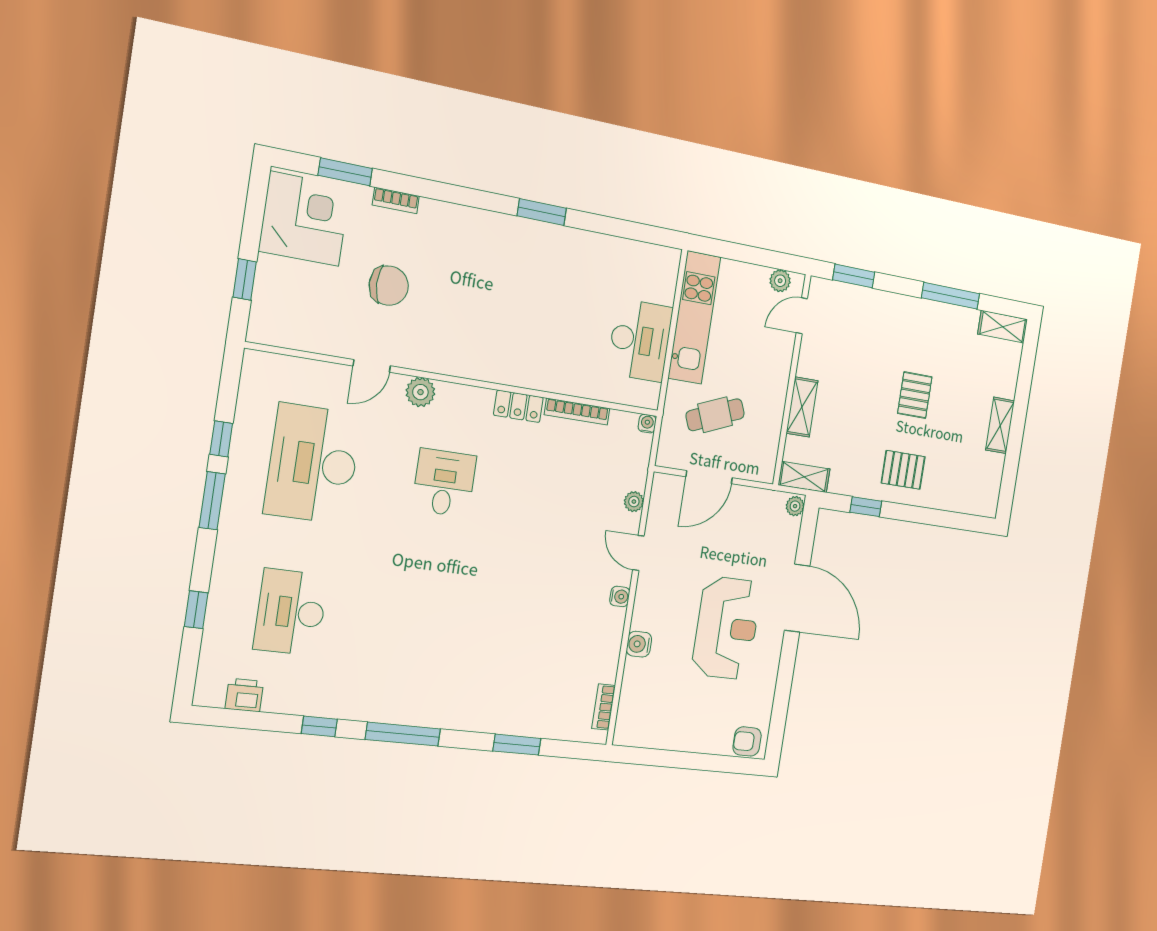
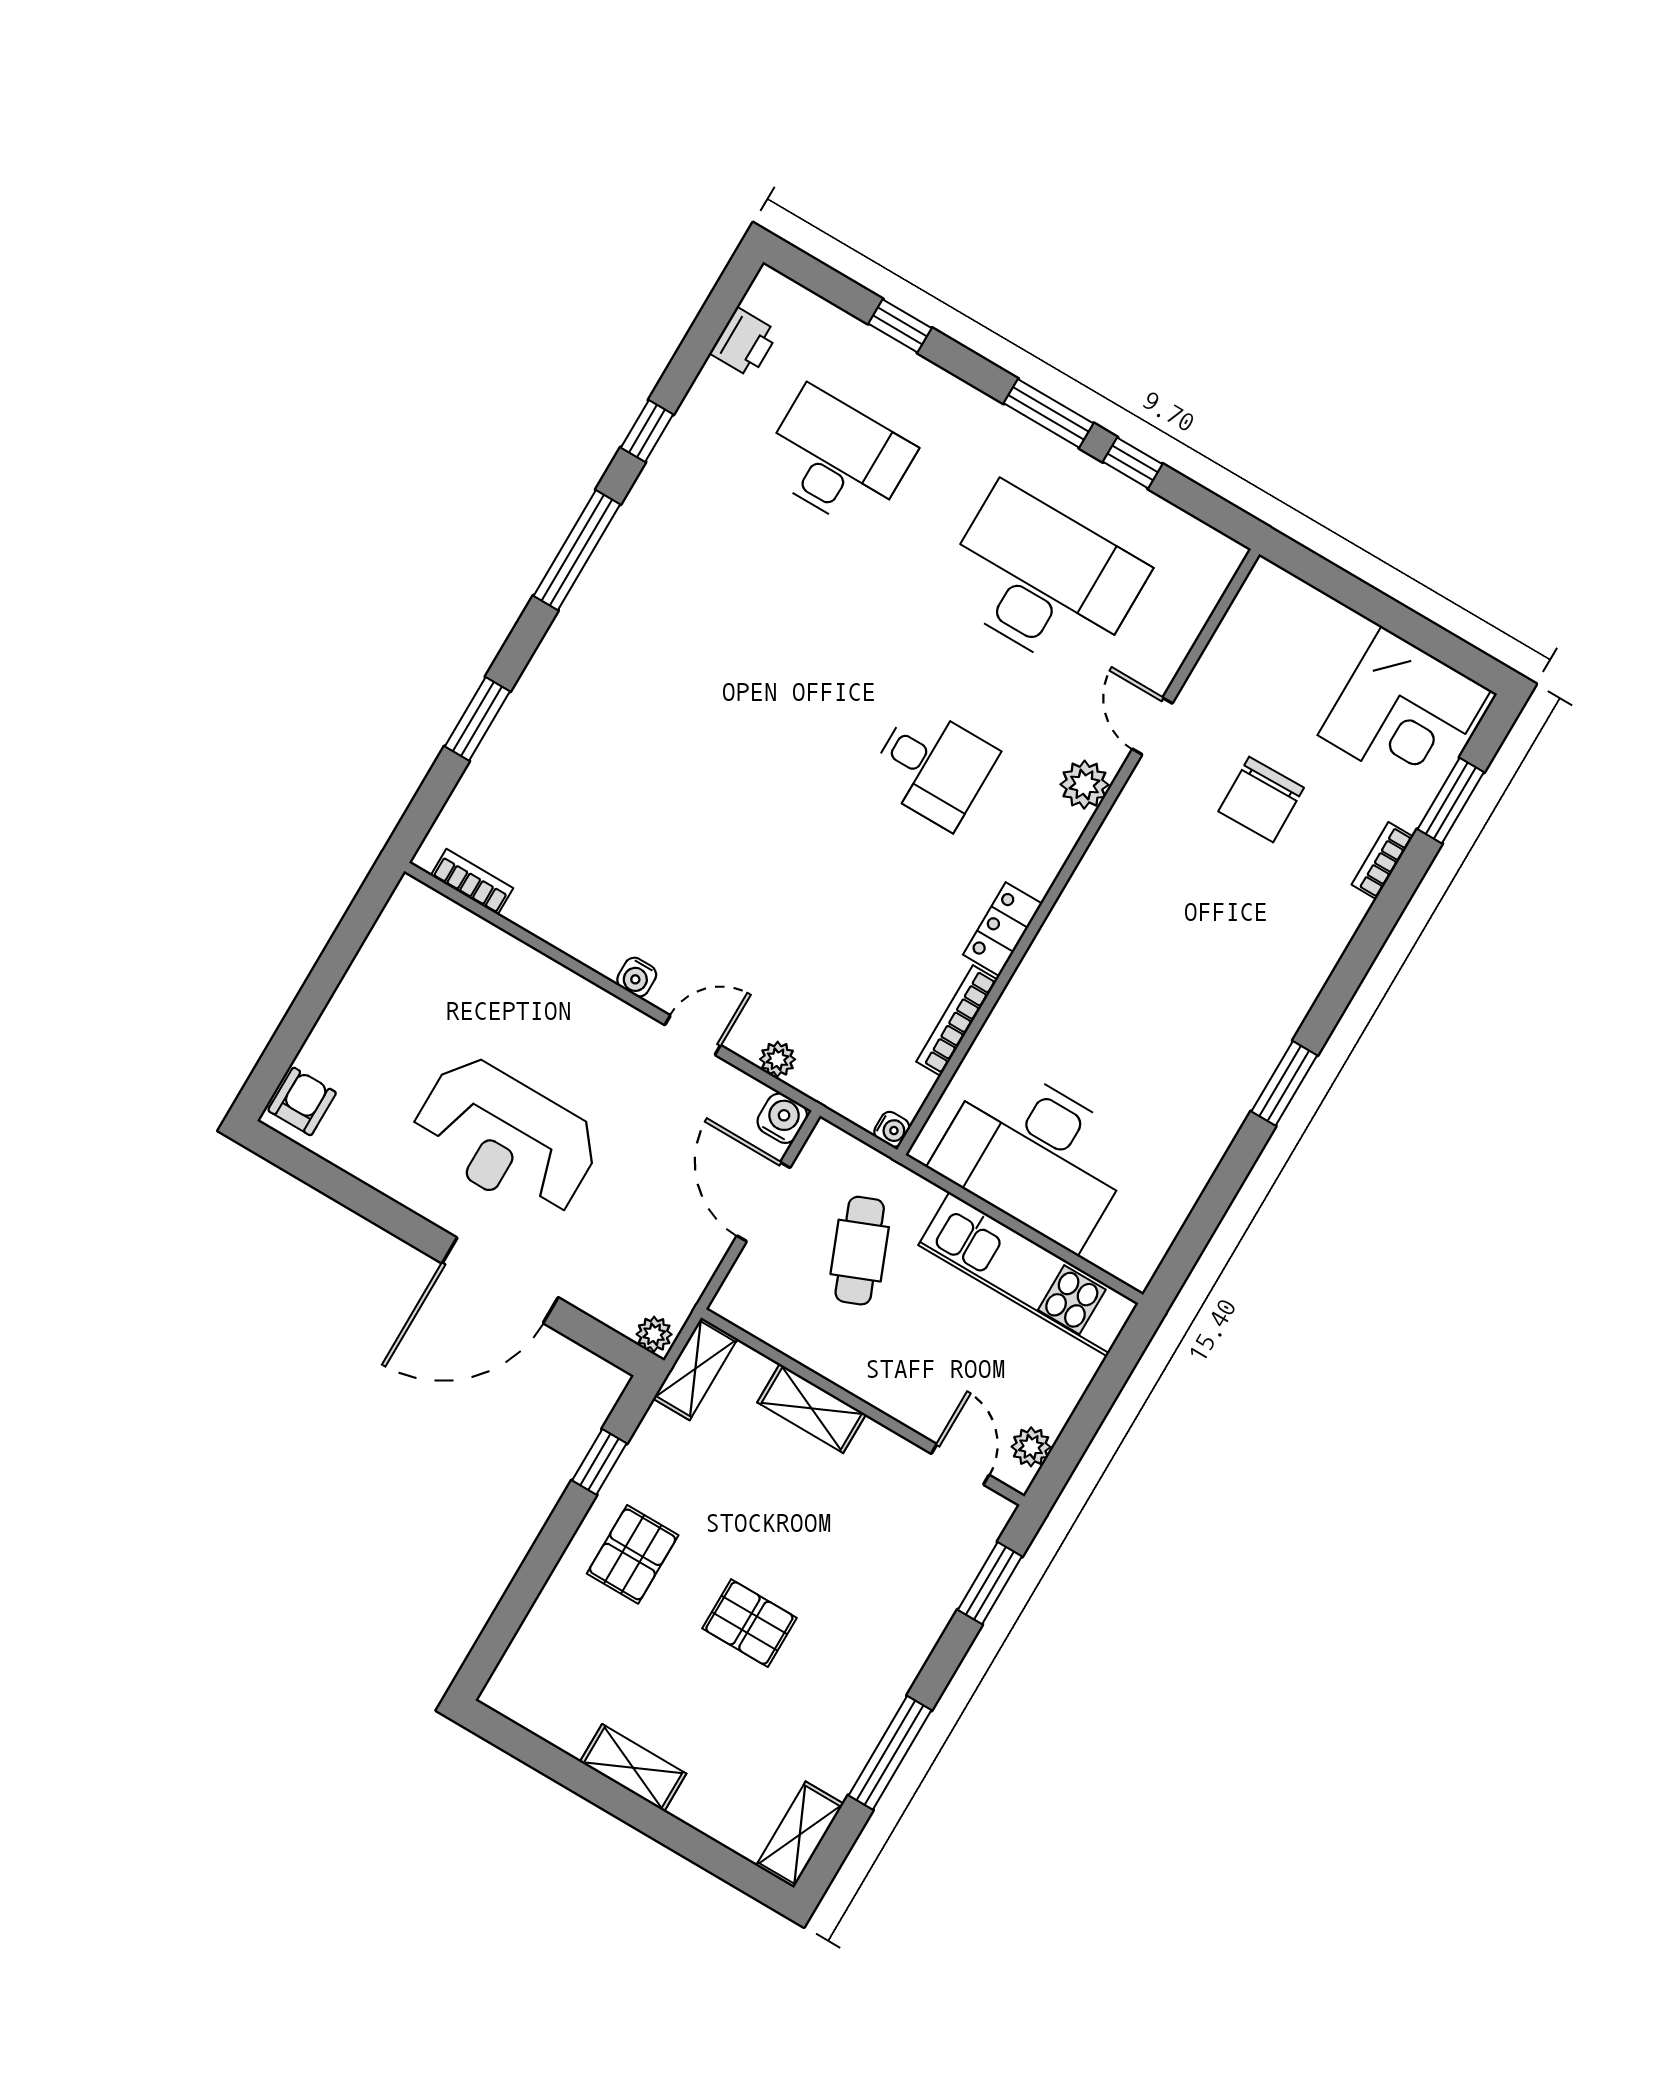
window: (245, 279) -> (1349, 590), removed
desk: (640, 340) -> (1035, 1155), width x1.36, depth x1.30
water cooler: (639, 644) -> (782, 1118), moved

